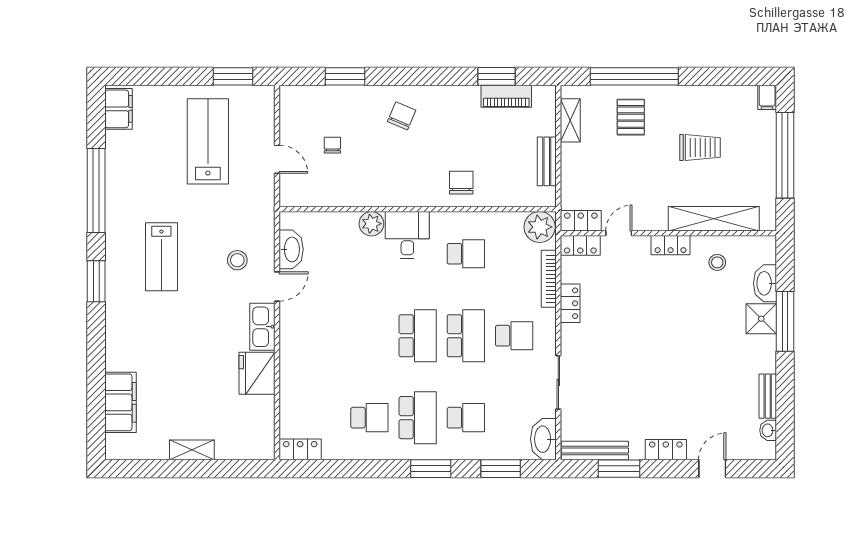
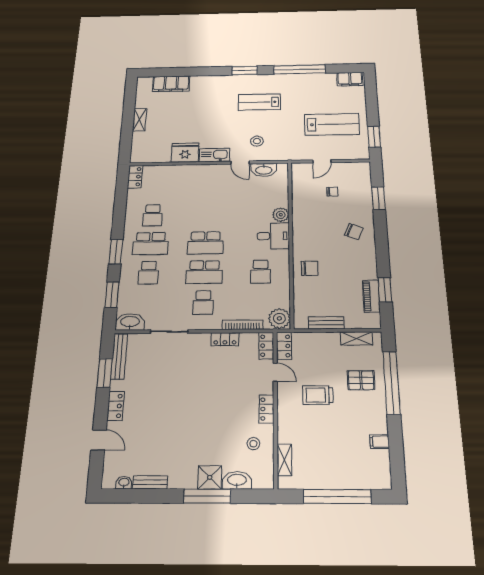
filing cabinet: (767, 97) -> (379, 442), moved
trolley: (700, 147) -> (318, 395), moved, turned 90
shelving: (714, 219) -> (284, 460), width x0.45, depth x0.75

